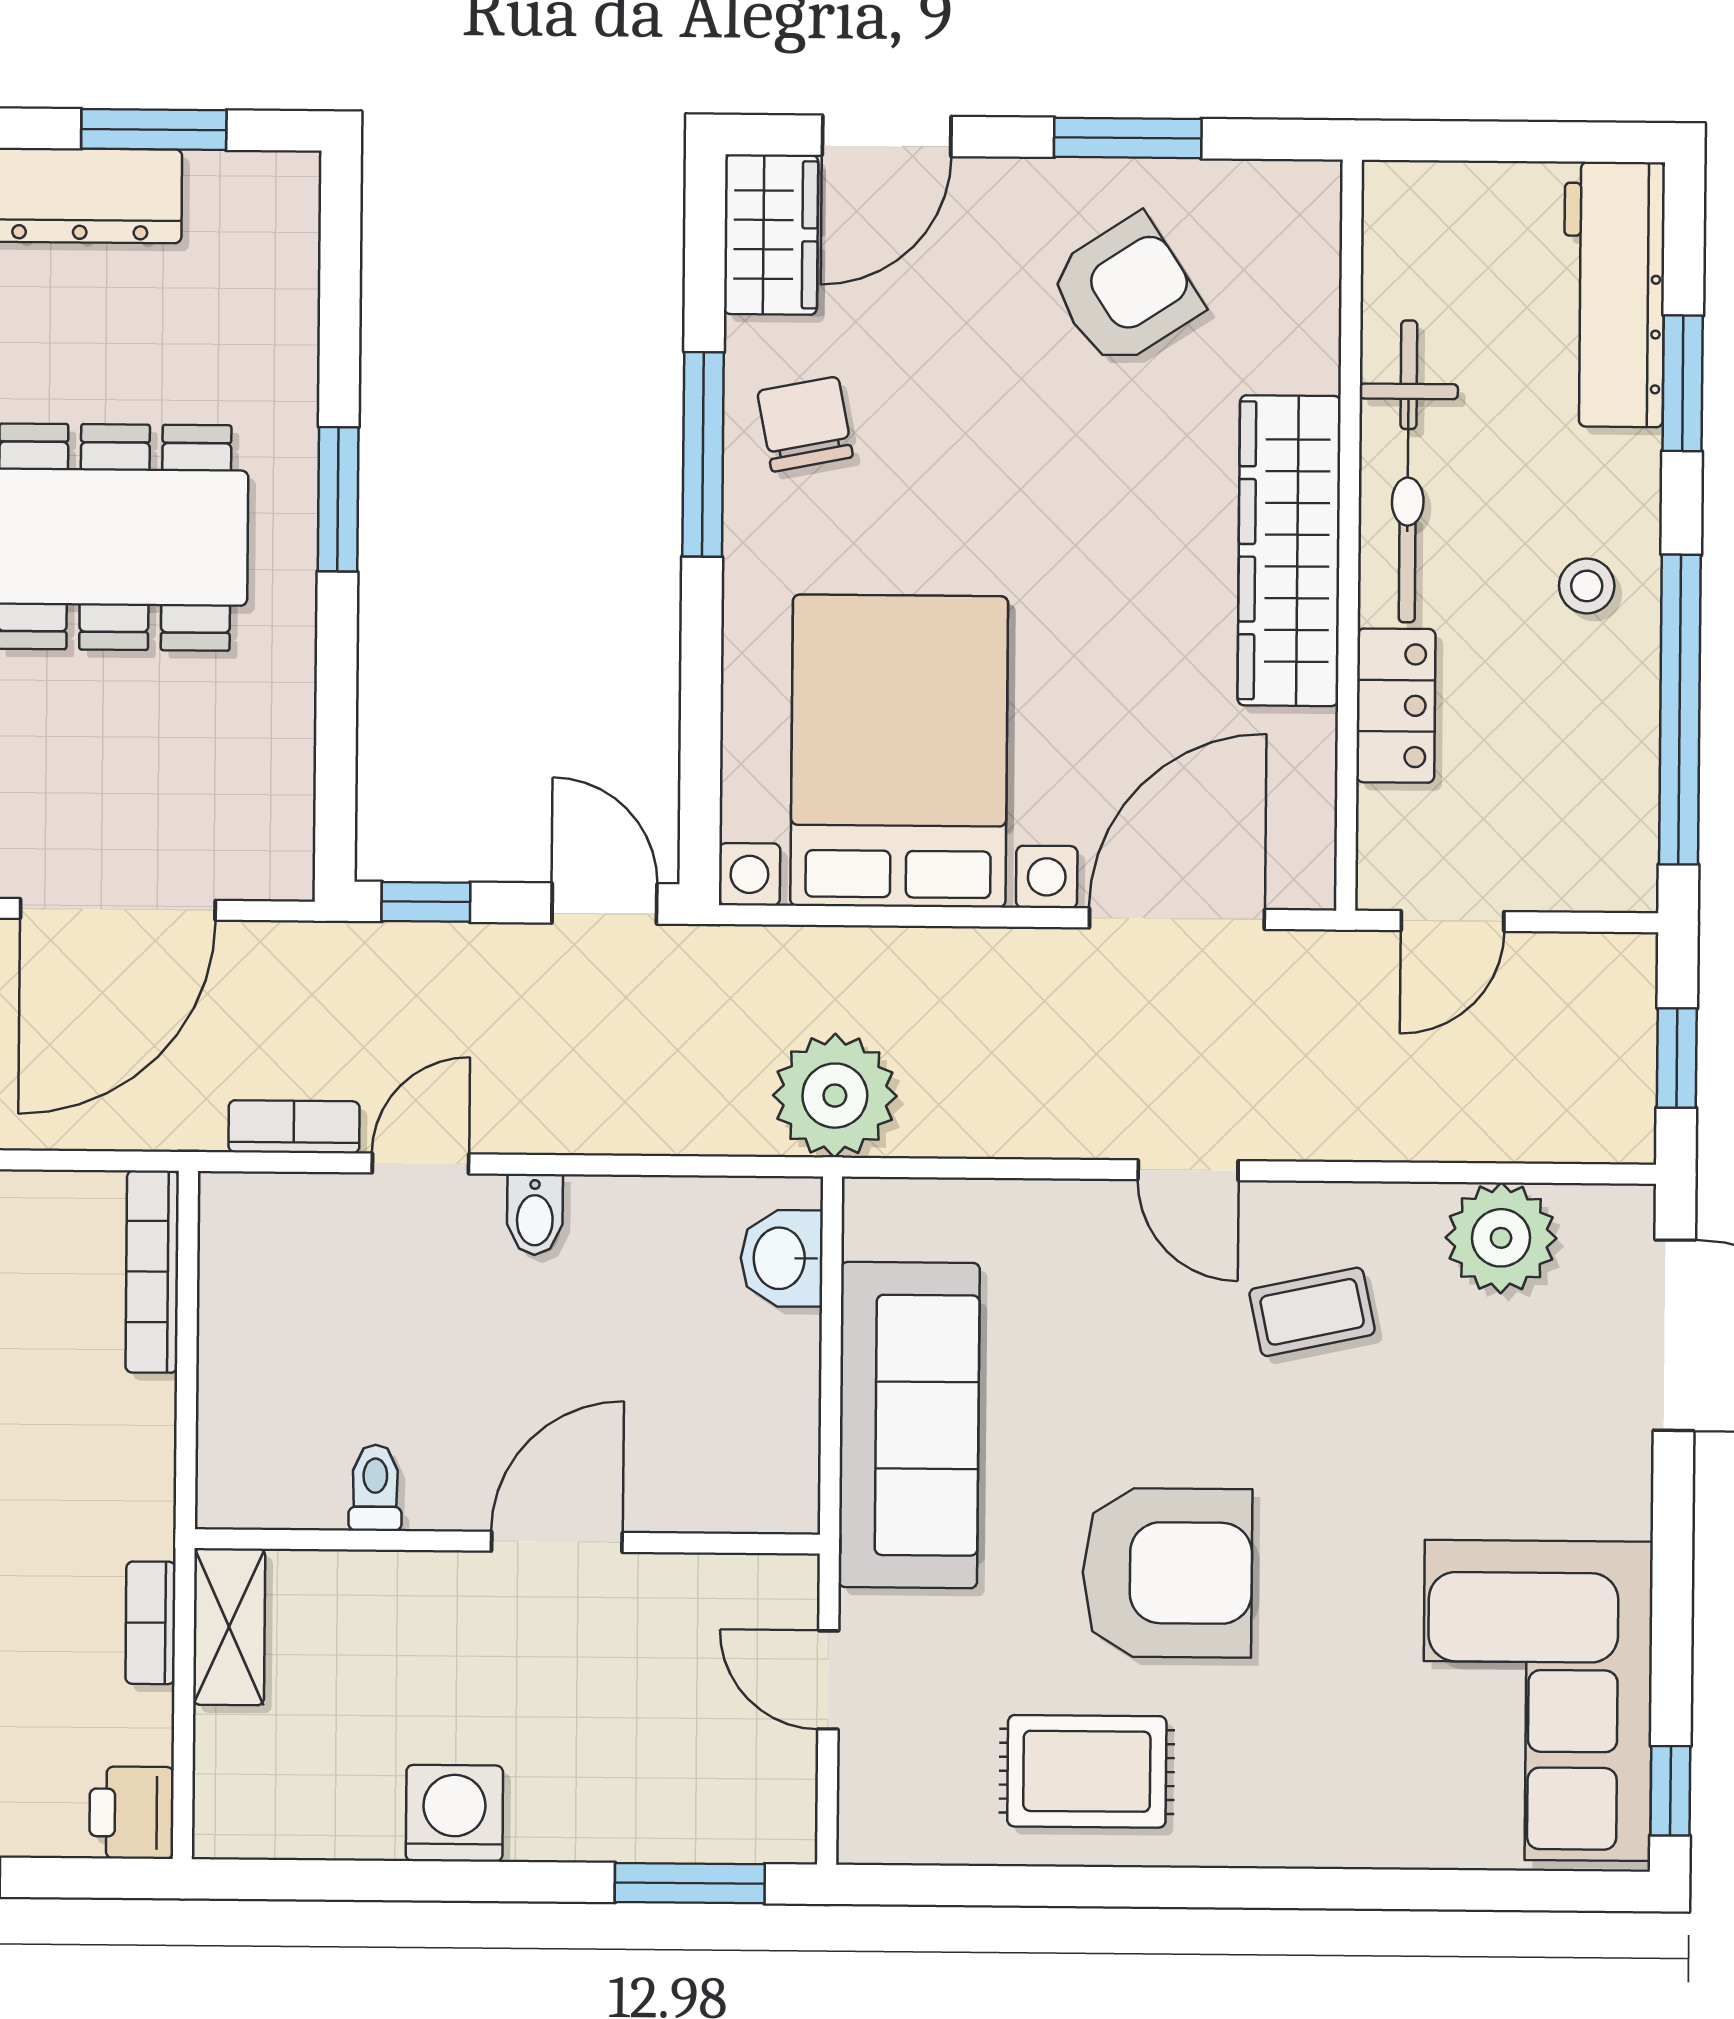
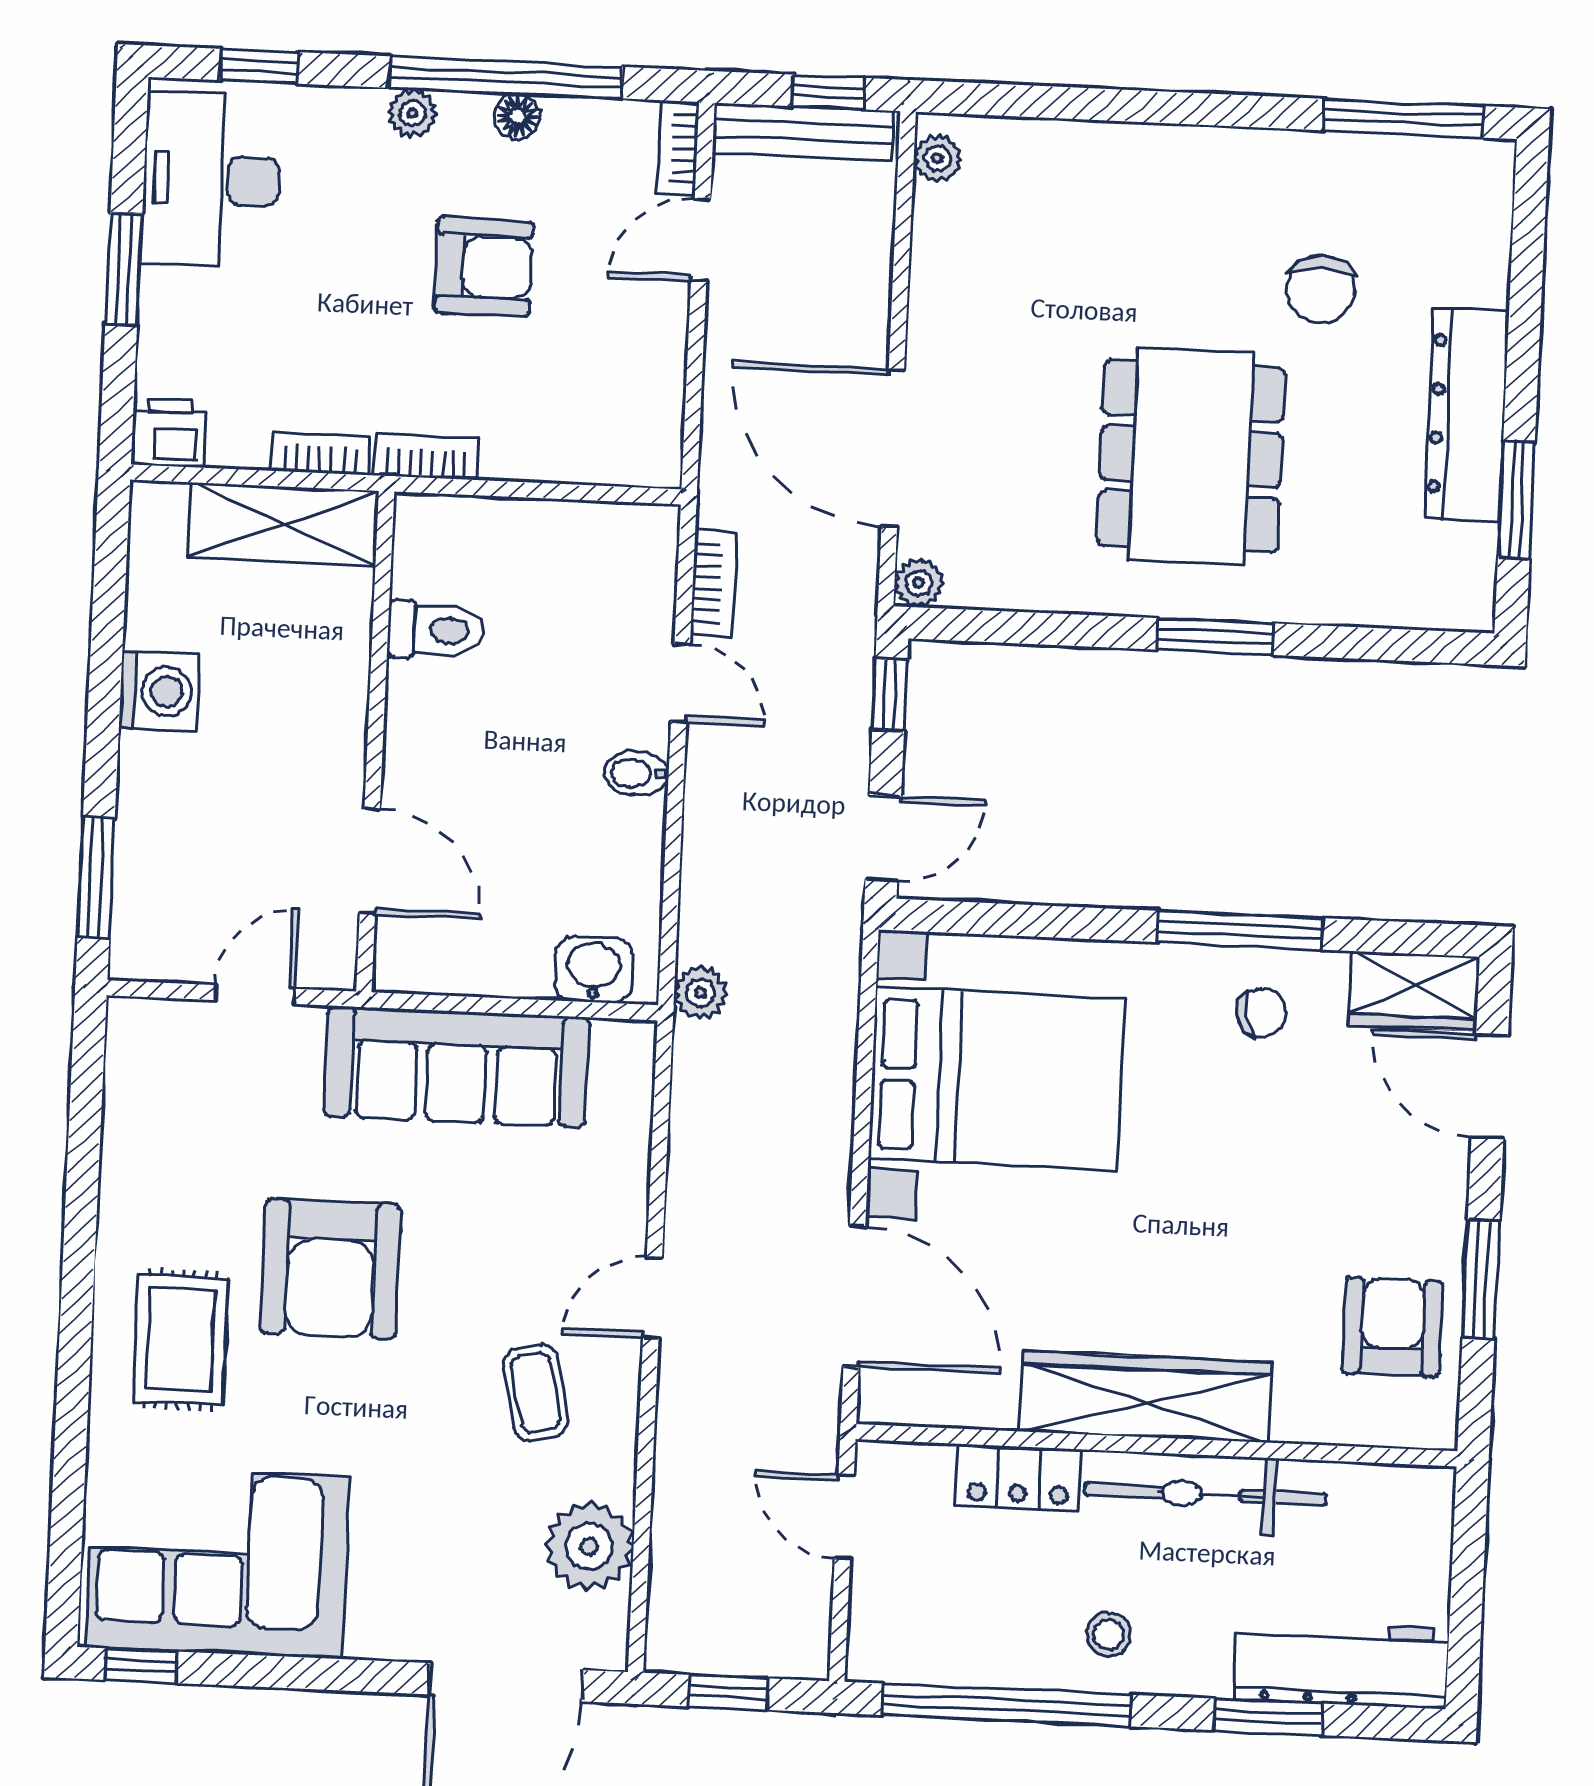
armchair: (1125, 291) -> (1392, 1327), moved, turned -147
chair: (805, 424) -> (1261, 1013), width x0.73, depth x0.73
plant: (285, 871) -> (919, 583), added
plant: (835, 1096) -> (701, 993), width x0.53, depth x0.53
bookcase: (152, 1272) -> (426, 457), moved, width x0.64
toilet: (375, 1488) -> (436, 630), width x1.37, depth x1.39
door: (557, 1542) -> (370, 861), moved
shelving: (229, 1627) -> (283, 524), width x1.50, depth x1.33
rug: (1087, 1771) -> (181, 1340), moved

